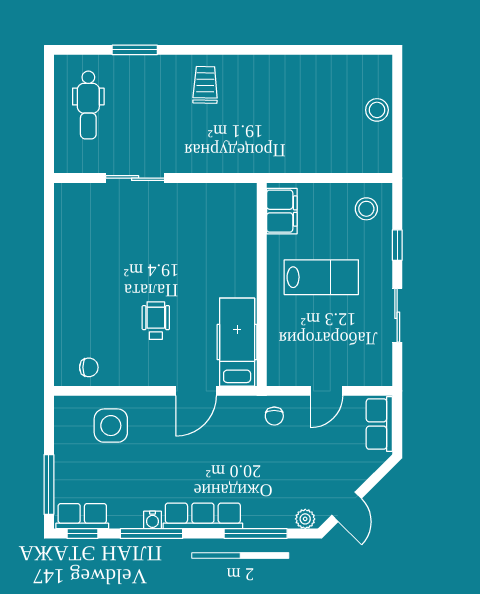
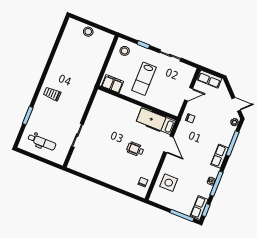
lab bench: (321, 277) -> (144, 79), turned 180
door: (327, 391) -> (189, 94), hinge flipped
row of seats: (203, 516) -> (220, 156), width x0.68

